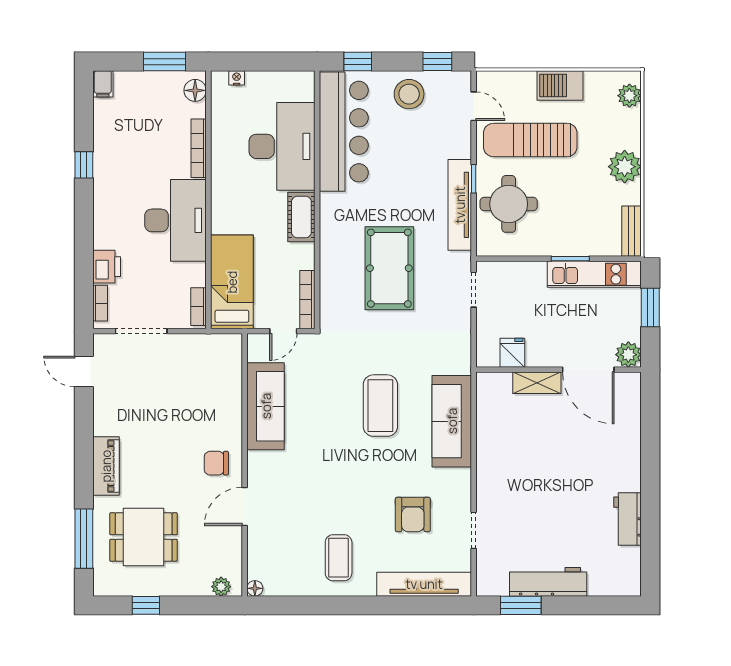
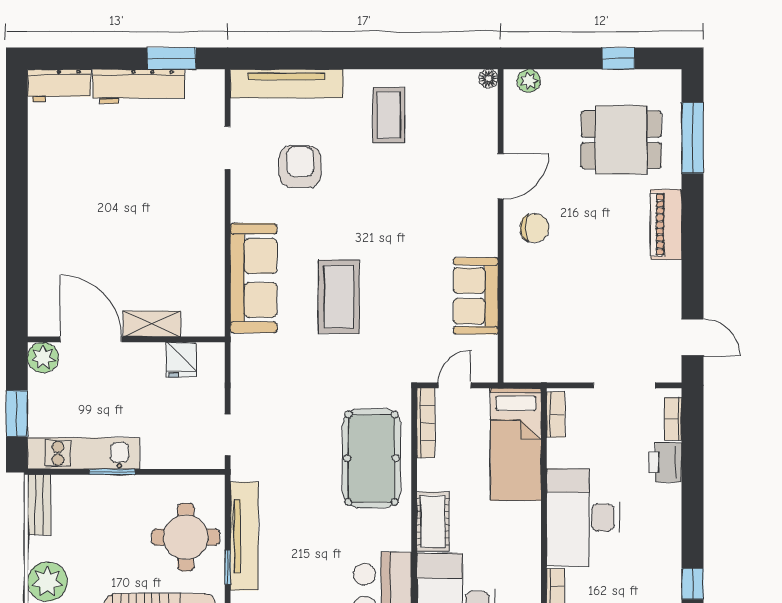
pool table: (389, 268) -> (372, 458), moved
sofa: (266, 406) -> (476, 296), width x0.73
workbench: (628, 519) -> (59, 85), moved, turned 90

